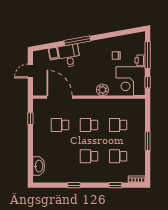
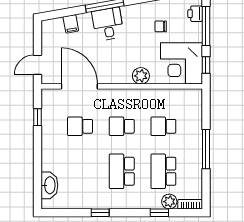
desk: (69, 56) -> (108, 24), moved
printer: (140, 60) -> (195, 14), moved
door: (30, 71) -> (38, 65), moved
window: (148, 141) -> (206, 149), width x1.44
school desk: (89, 156) -> (122, 171), width x1.85
school desk: (118, 156) -> (163, 171), width x1.85
plant: (122, 177) -> (169, 202), added

